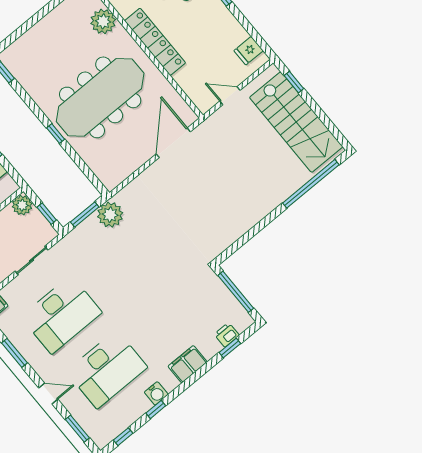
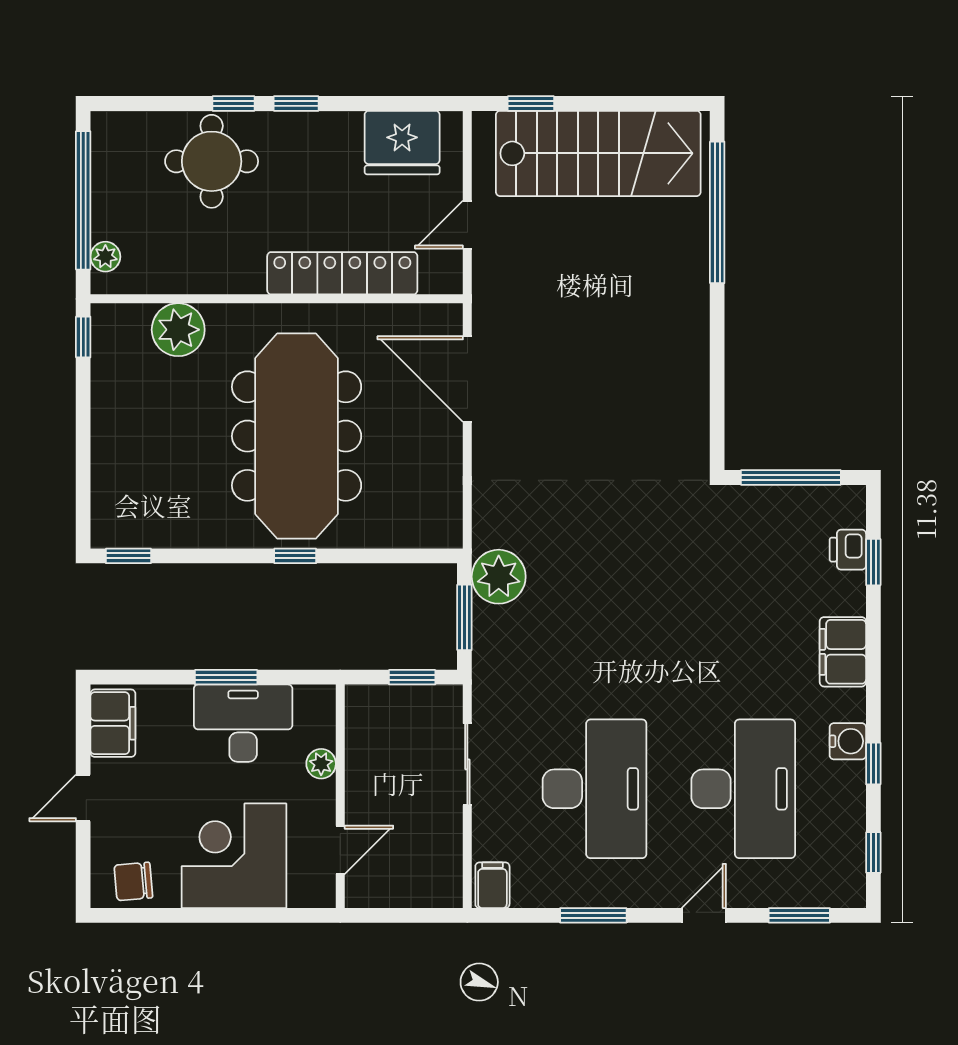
locker: (155, 42) -> (342, 273), moved
fridge: (249, 51) -> (402, 143), width x1.88, depth x1.34
plant: (22, 205) -> (366, 706), removed

